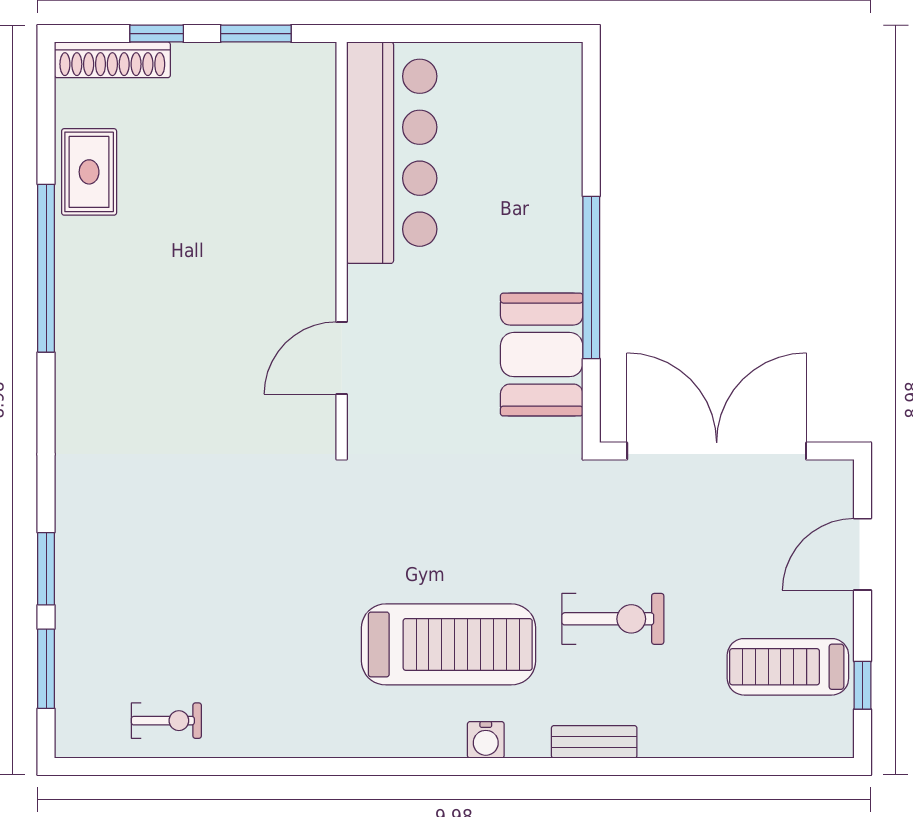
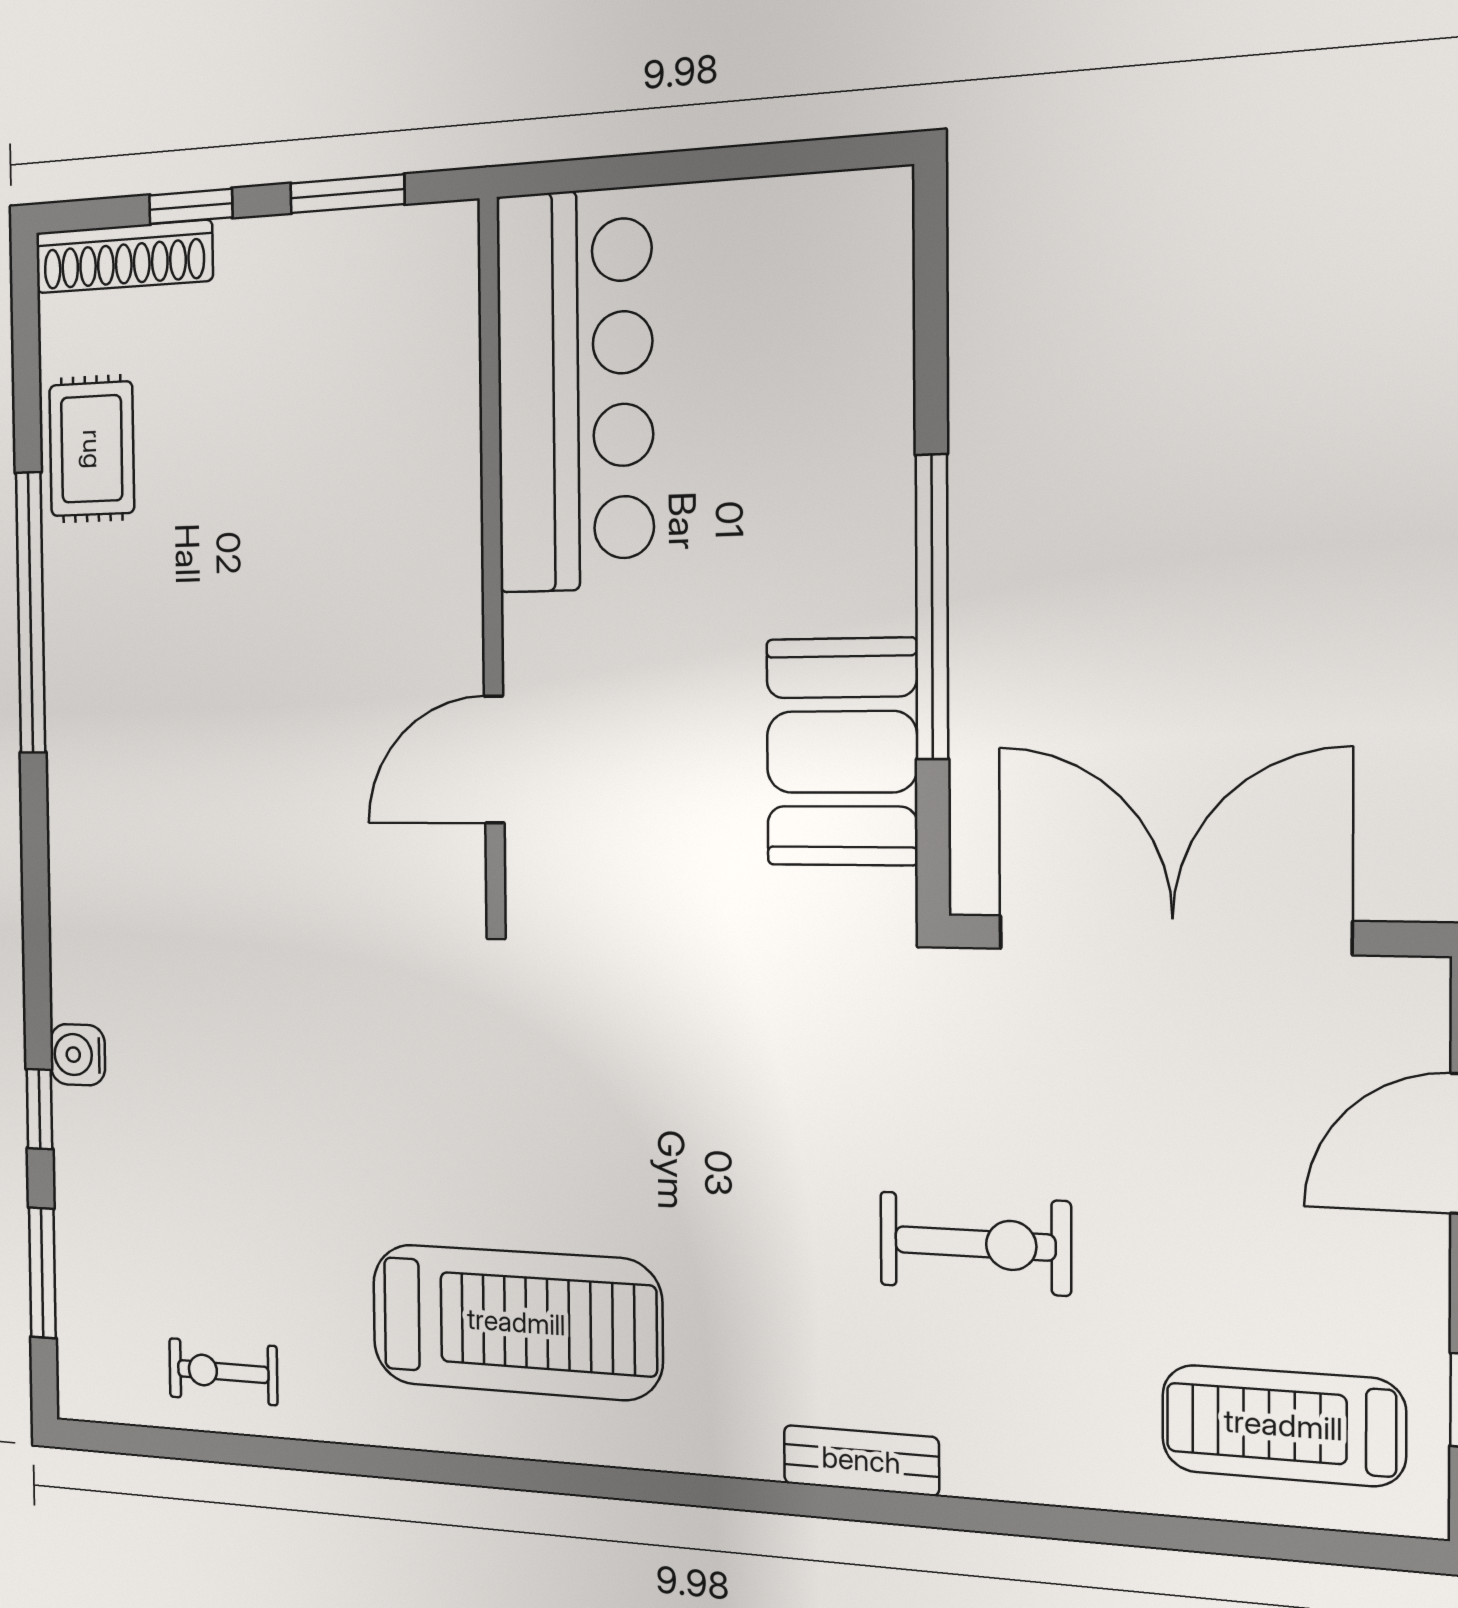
window: (46, 569) -> (39, 1109), width x0.67
treadmill: (449, 644) -> (516, 1322), moved
treadmill: (788, 667) -> (1283, 1425), moved
exercise bike: (166, 721) -> (223, 1372), turned 180
water cooler: (486, 740) -> (78, 1055), moved, turned 90
bench: (594, 742) -> (861, 1460), moved

